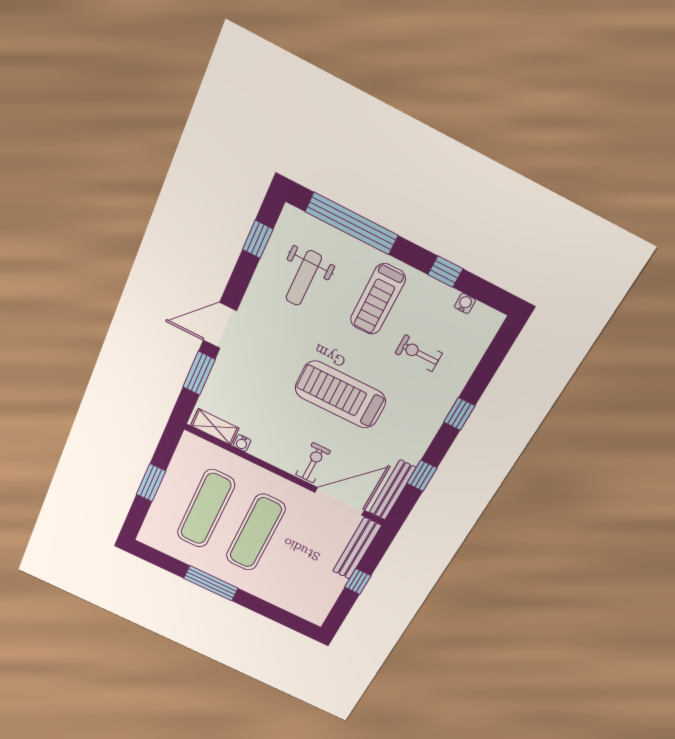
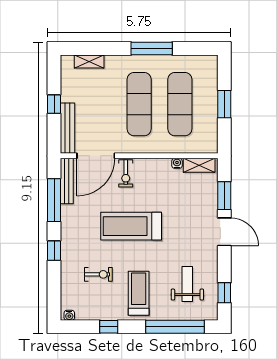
water cooler: (465, 303) -> (69, 315), moved
door: (220, 326) -> (224, 232), hinge flipped
treadmill: (340, 395) -> (131, 226), turned 180
window: (422, 476) -> (54, 200), width x2.17
shelving: (291, 605) -> (89, 61), added

